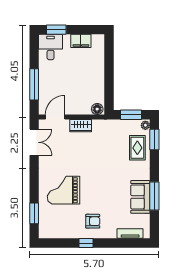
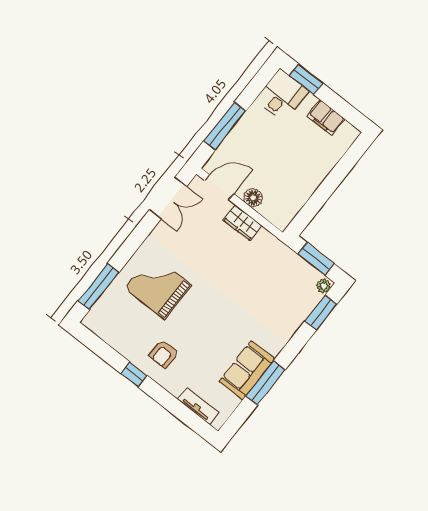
floor lamp: (97, 109) -> (253, 198), moved
rug: (137, 148) -> (291, 306), removed
window: (34, 213) -> (98, 287), width x1.44
armchair: (93, 221) -> (164, 354), turned 90

